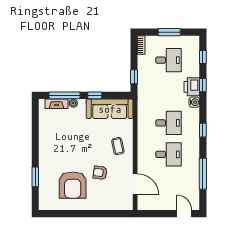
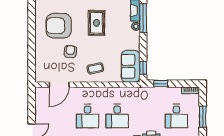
window: (95, 95) -> (143, 68), moved
sofa: (110, 109) -> (131, 66), width x0.73
rug: (70, 145) -> (96, 23), added

